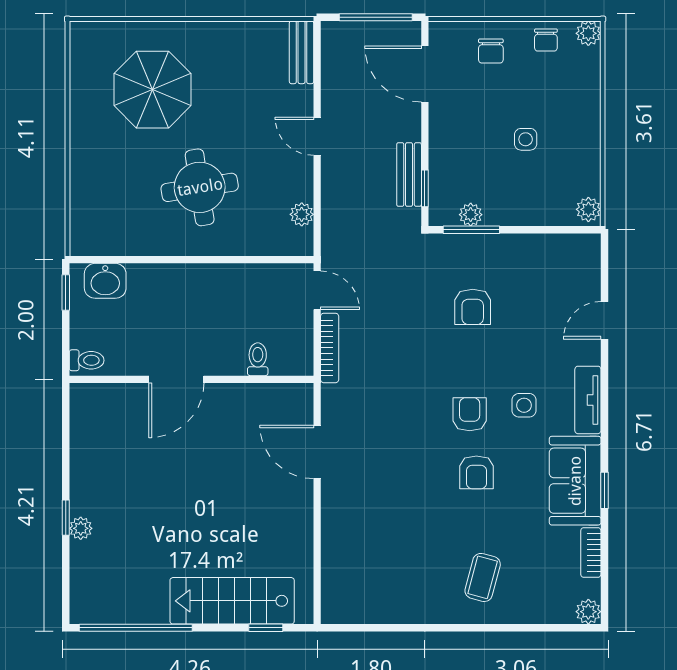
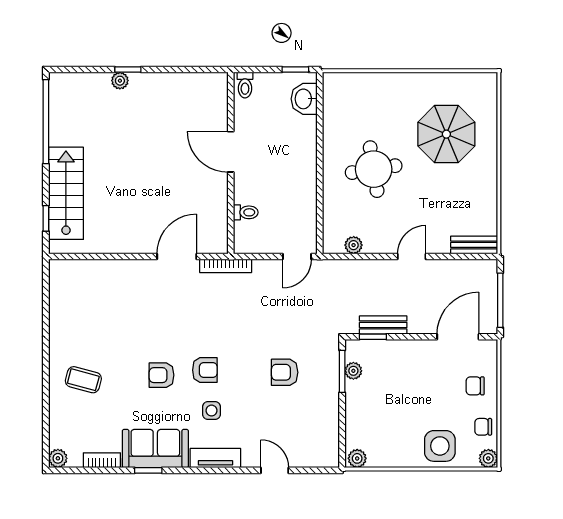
side table: (526, 139) -> (440, 446), moved, width x1.87, depth x1.87
bookcase: (330, 348) -> (226, 266), moved

